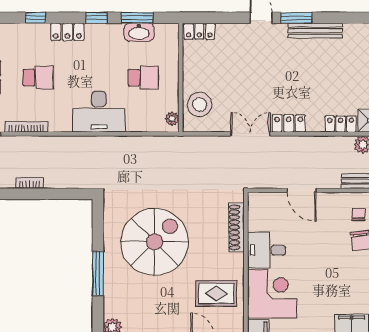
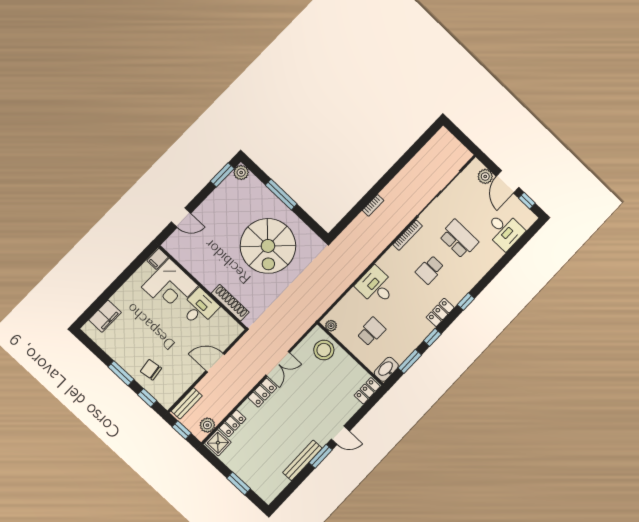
washbasin: (139, 32) -> (386, 369), moved
school desk: (143, 78) -> (371, 332), turned 180
desk: (99, 112) -> (376, 286), width x0.73
chair: (359, 215) -> (168, 383), removed
rug: (216, 293) -> (202, 253), removed

